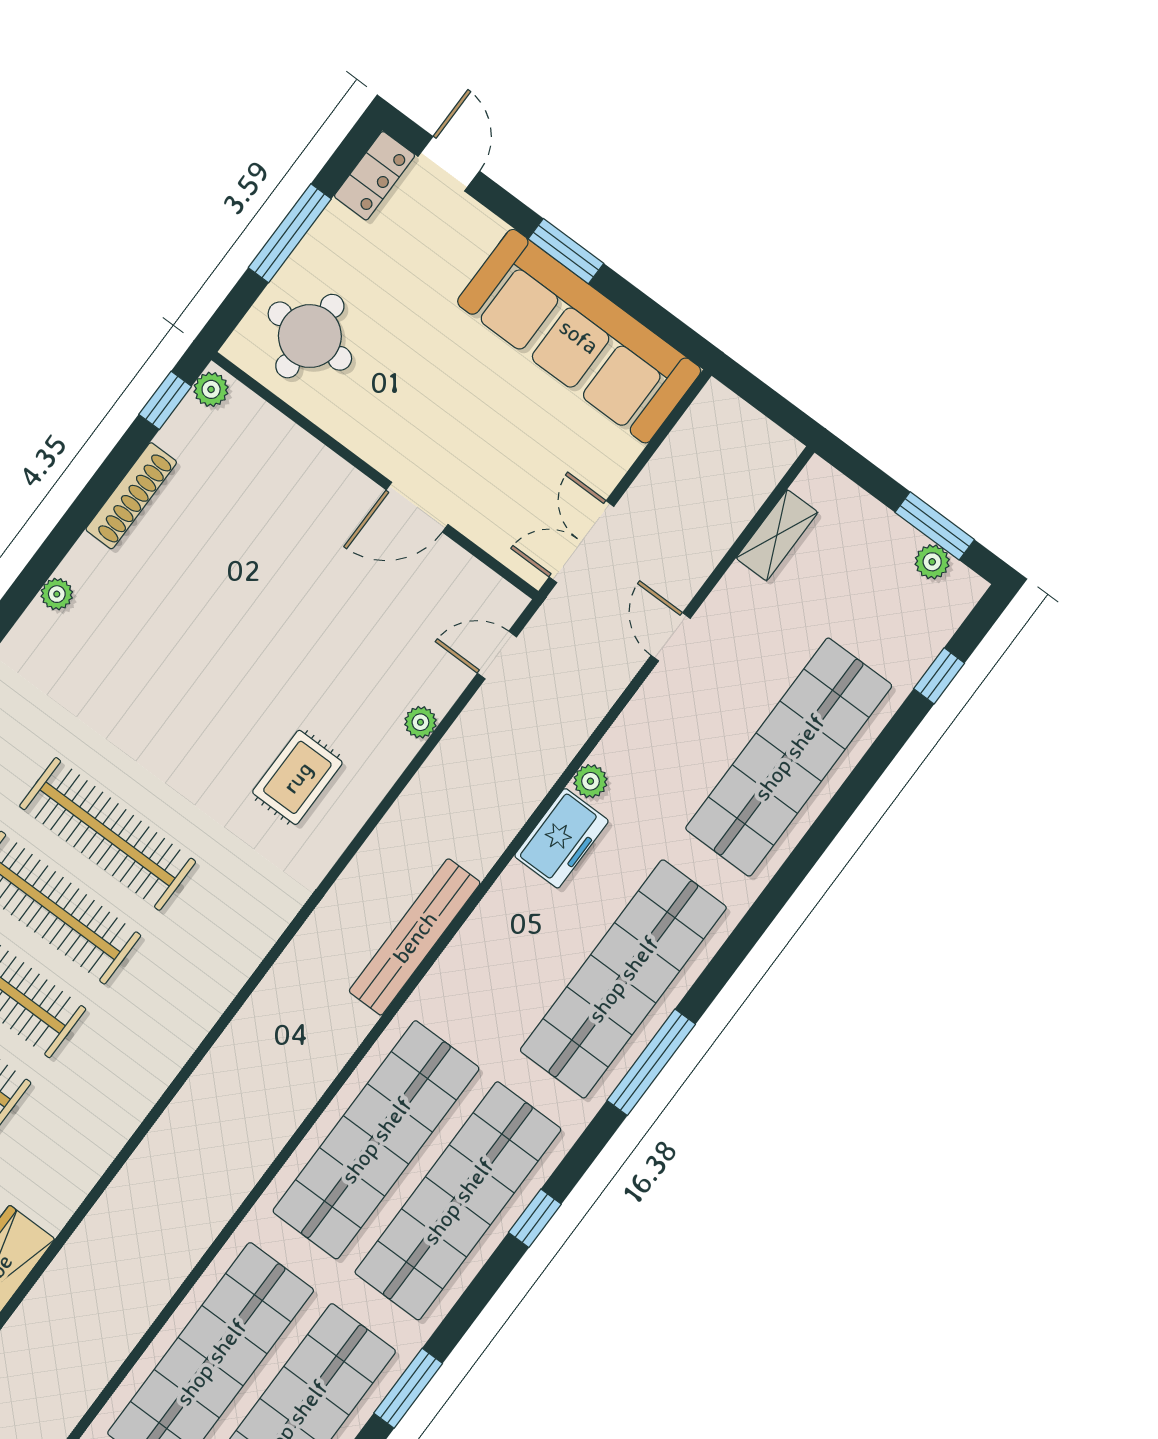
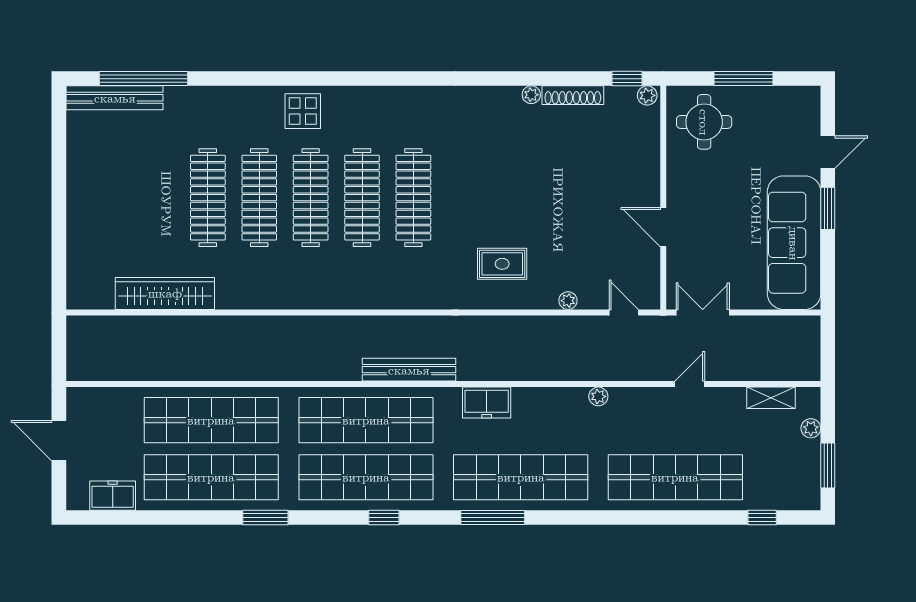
door: (449, 164) -> (828, 152), moved
locker: (375, 176) -> (798, 97), removed
plant: (932, 562) -> (811, 428), moved
plant: (57, 594) -> (531, 95), moved
freezer: (561, 838) -> (487, 403), moved
bench: (415, 937) -> (409, 370), moved

